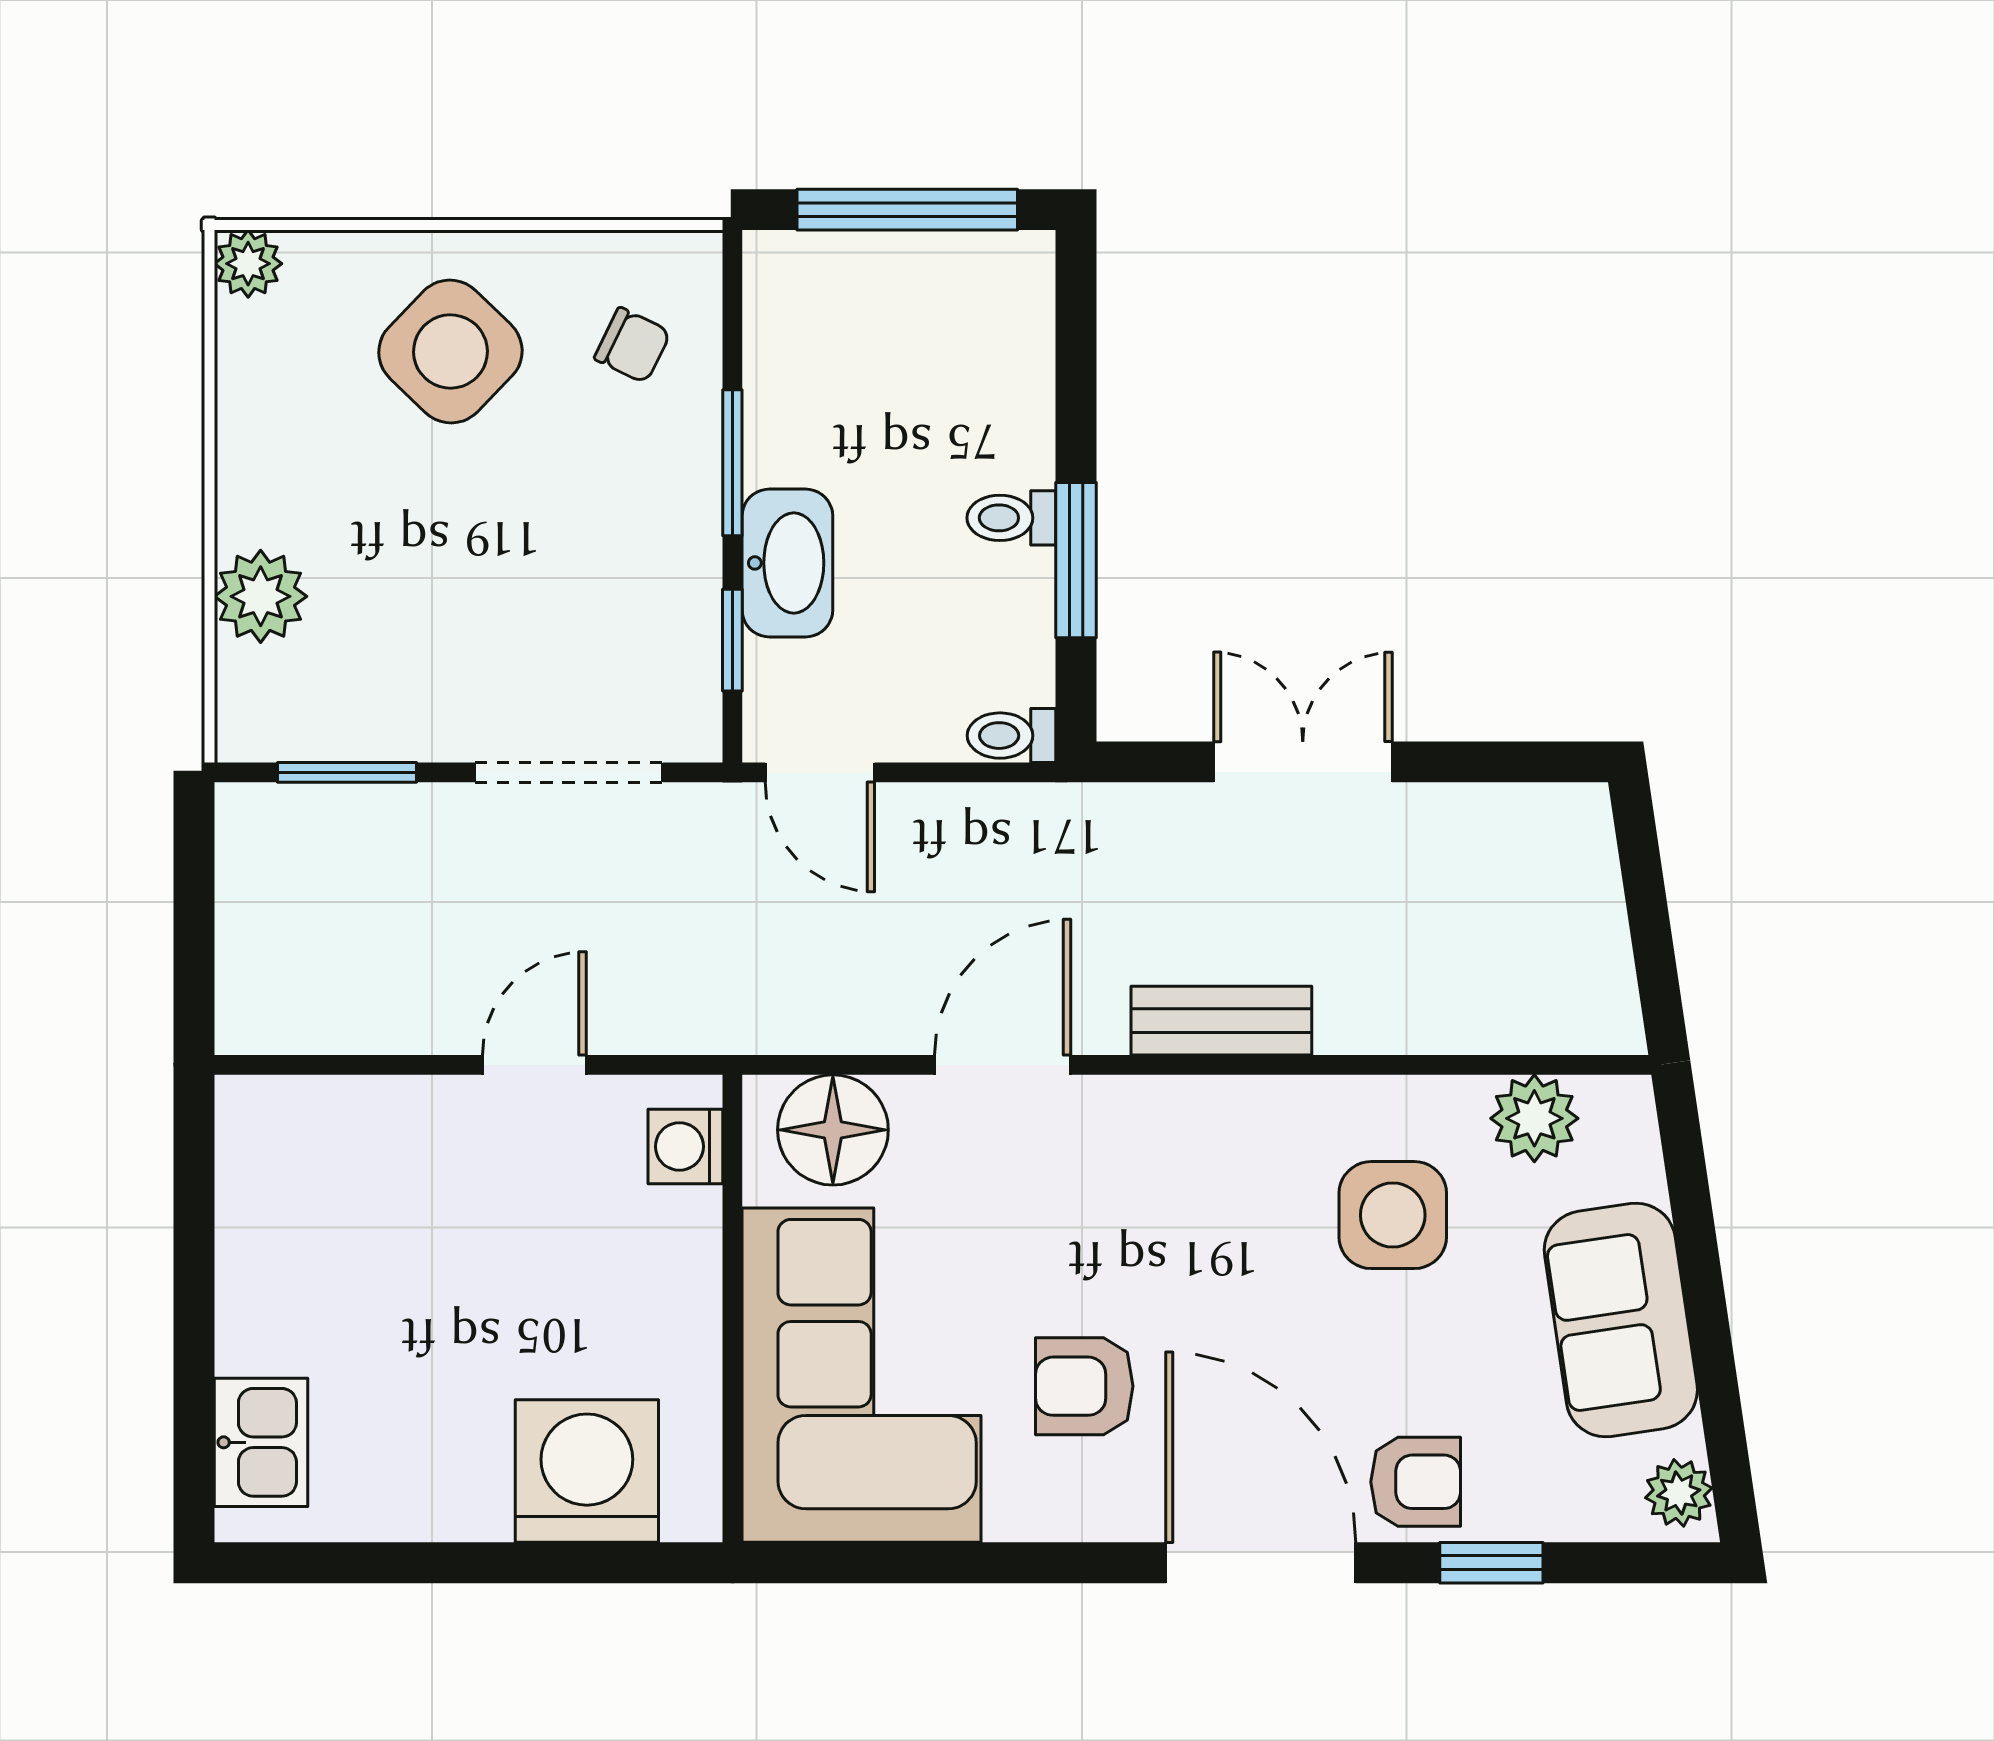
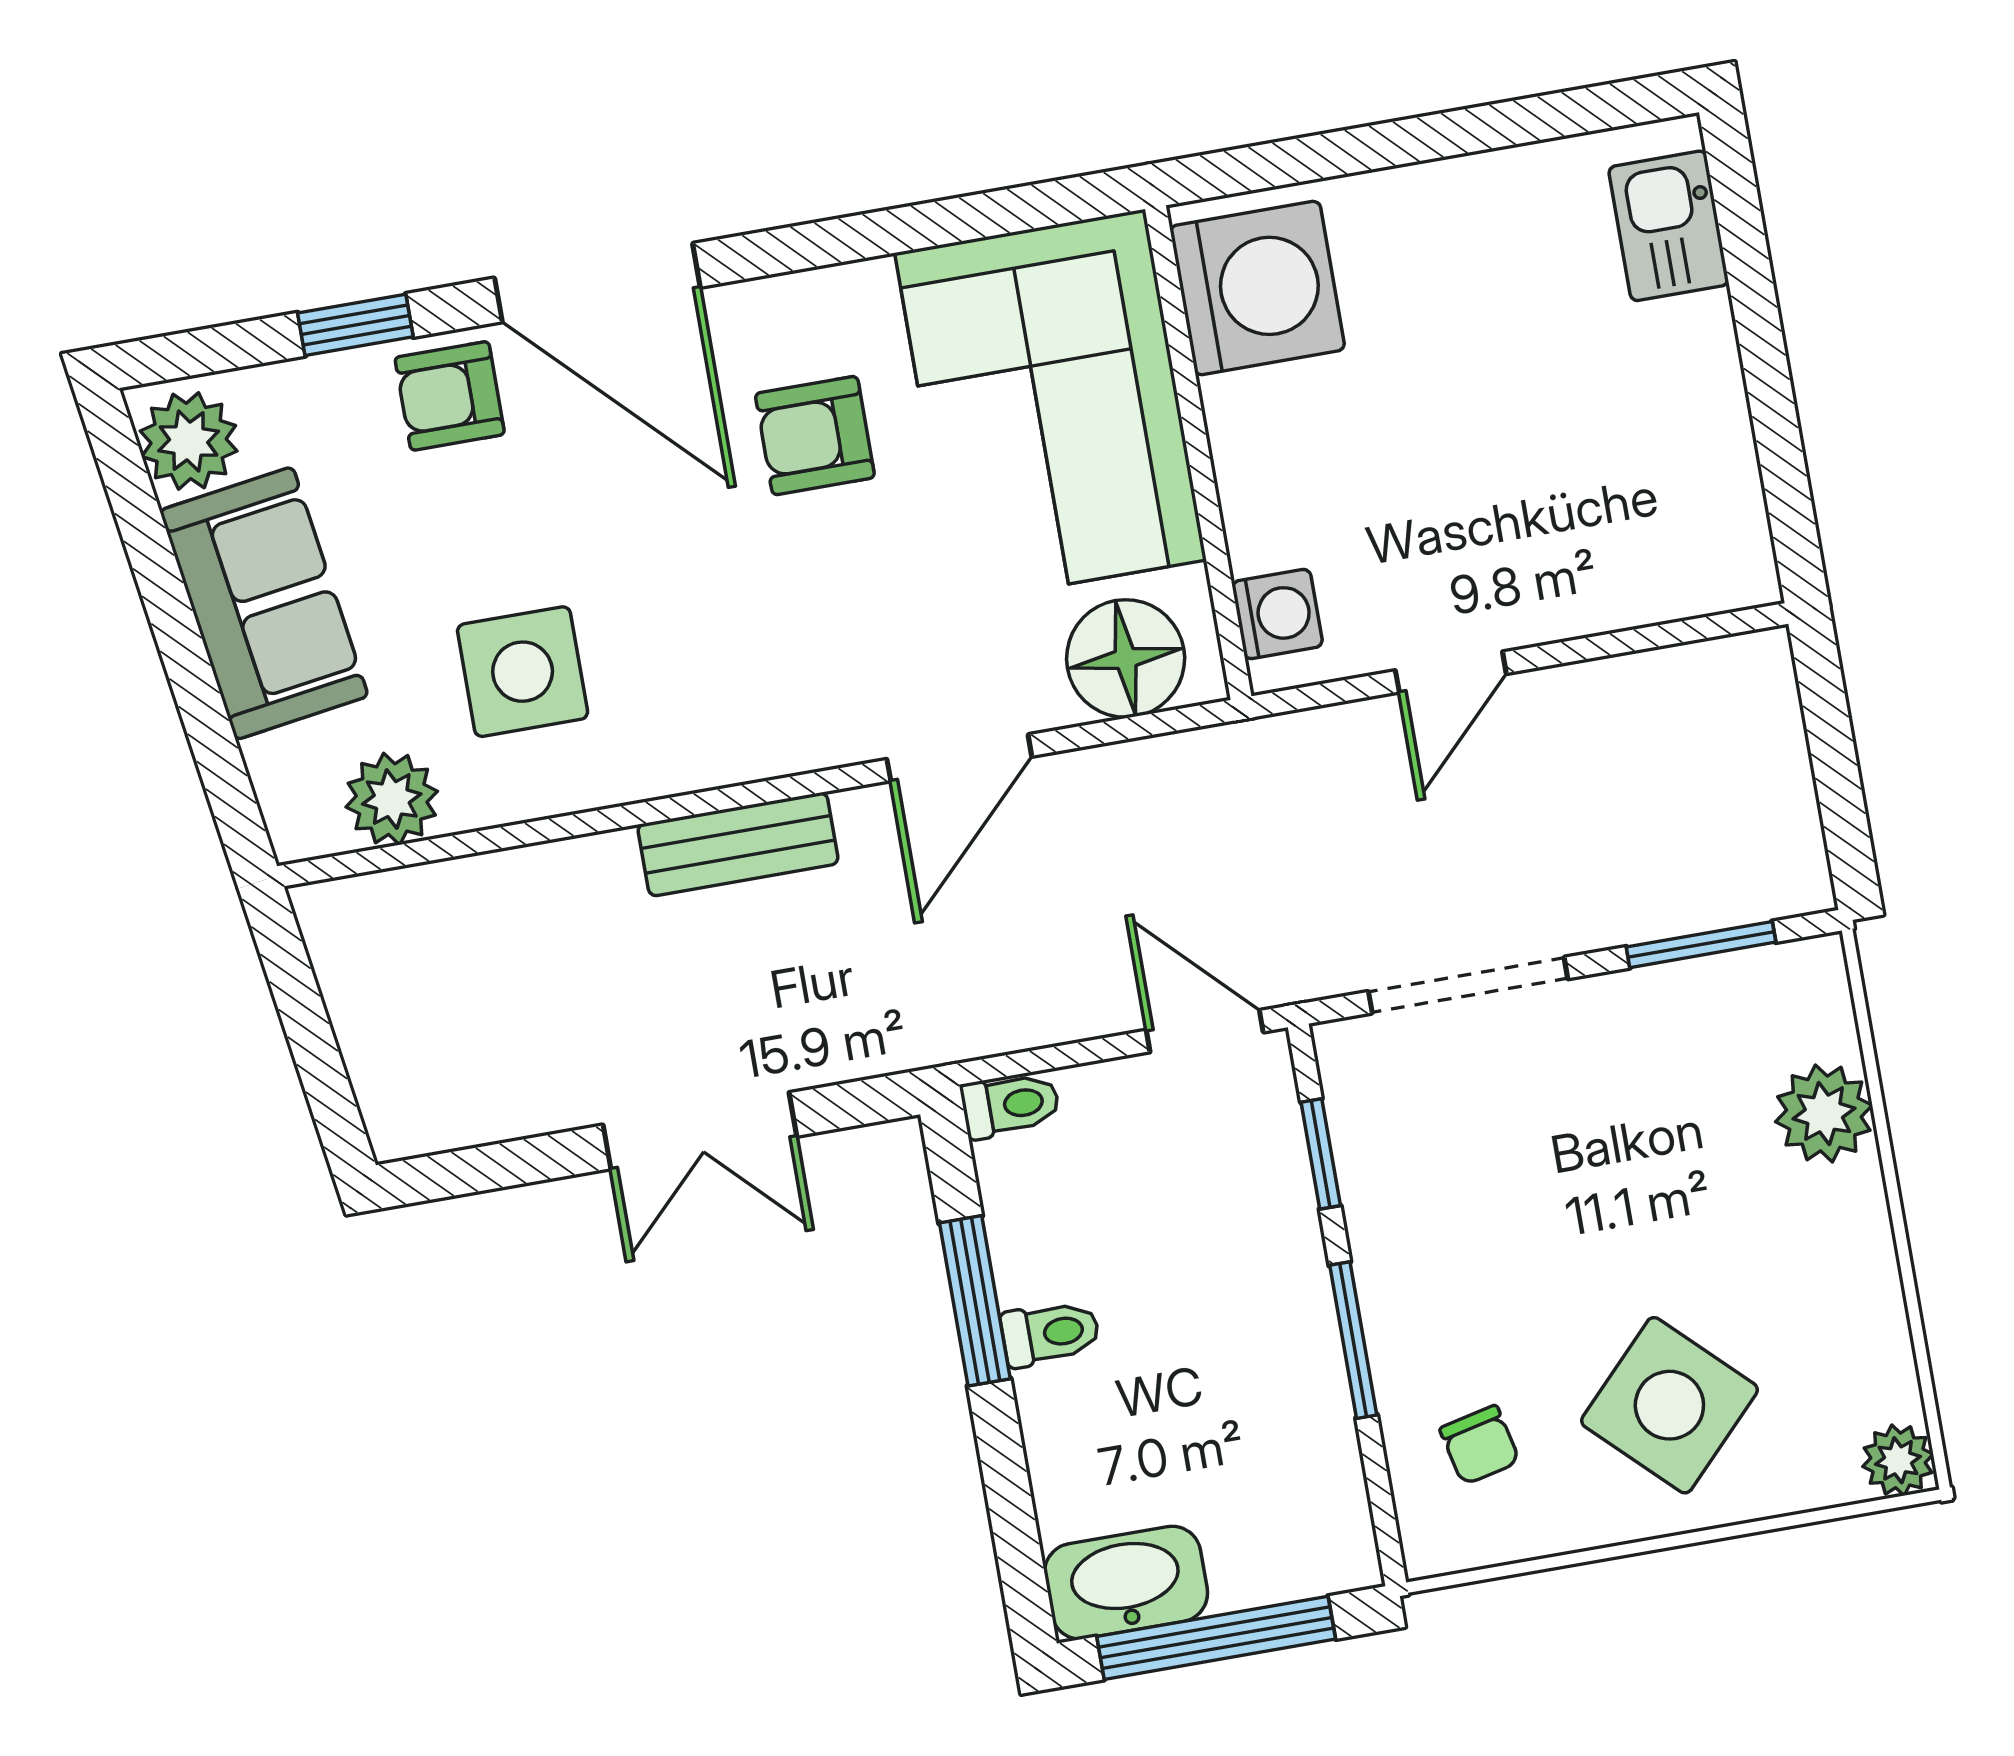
chair: (632, 345) -> (1480, 1445), turned -129
washbasin: (787, 563) -> (1126, 1583), moved, turned 90
armchair: (1084, 1386) -> (815, 436), turned 180
washing machine: (587, 1471) -> (1257, 288), moved, turned -90
plant: (1679, 1493) -> (189, 441), width x1.38, depth x1.38

